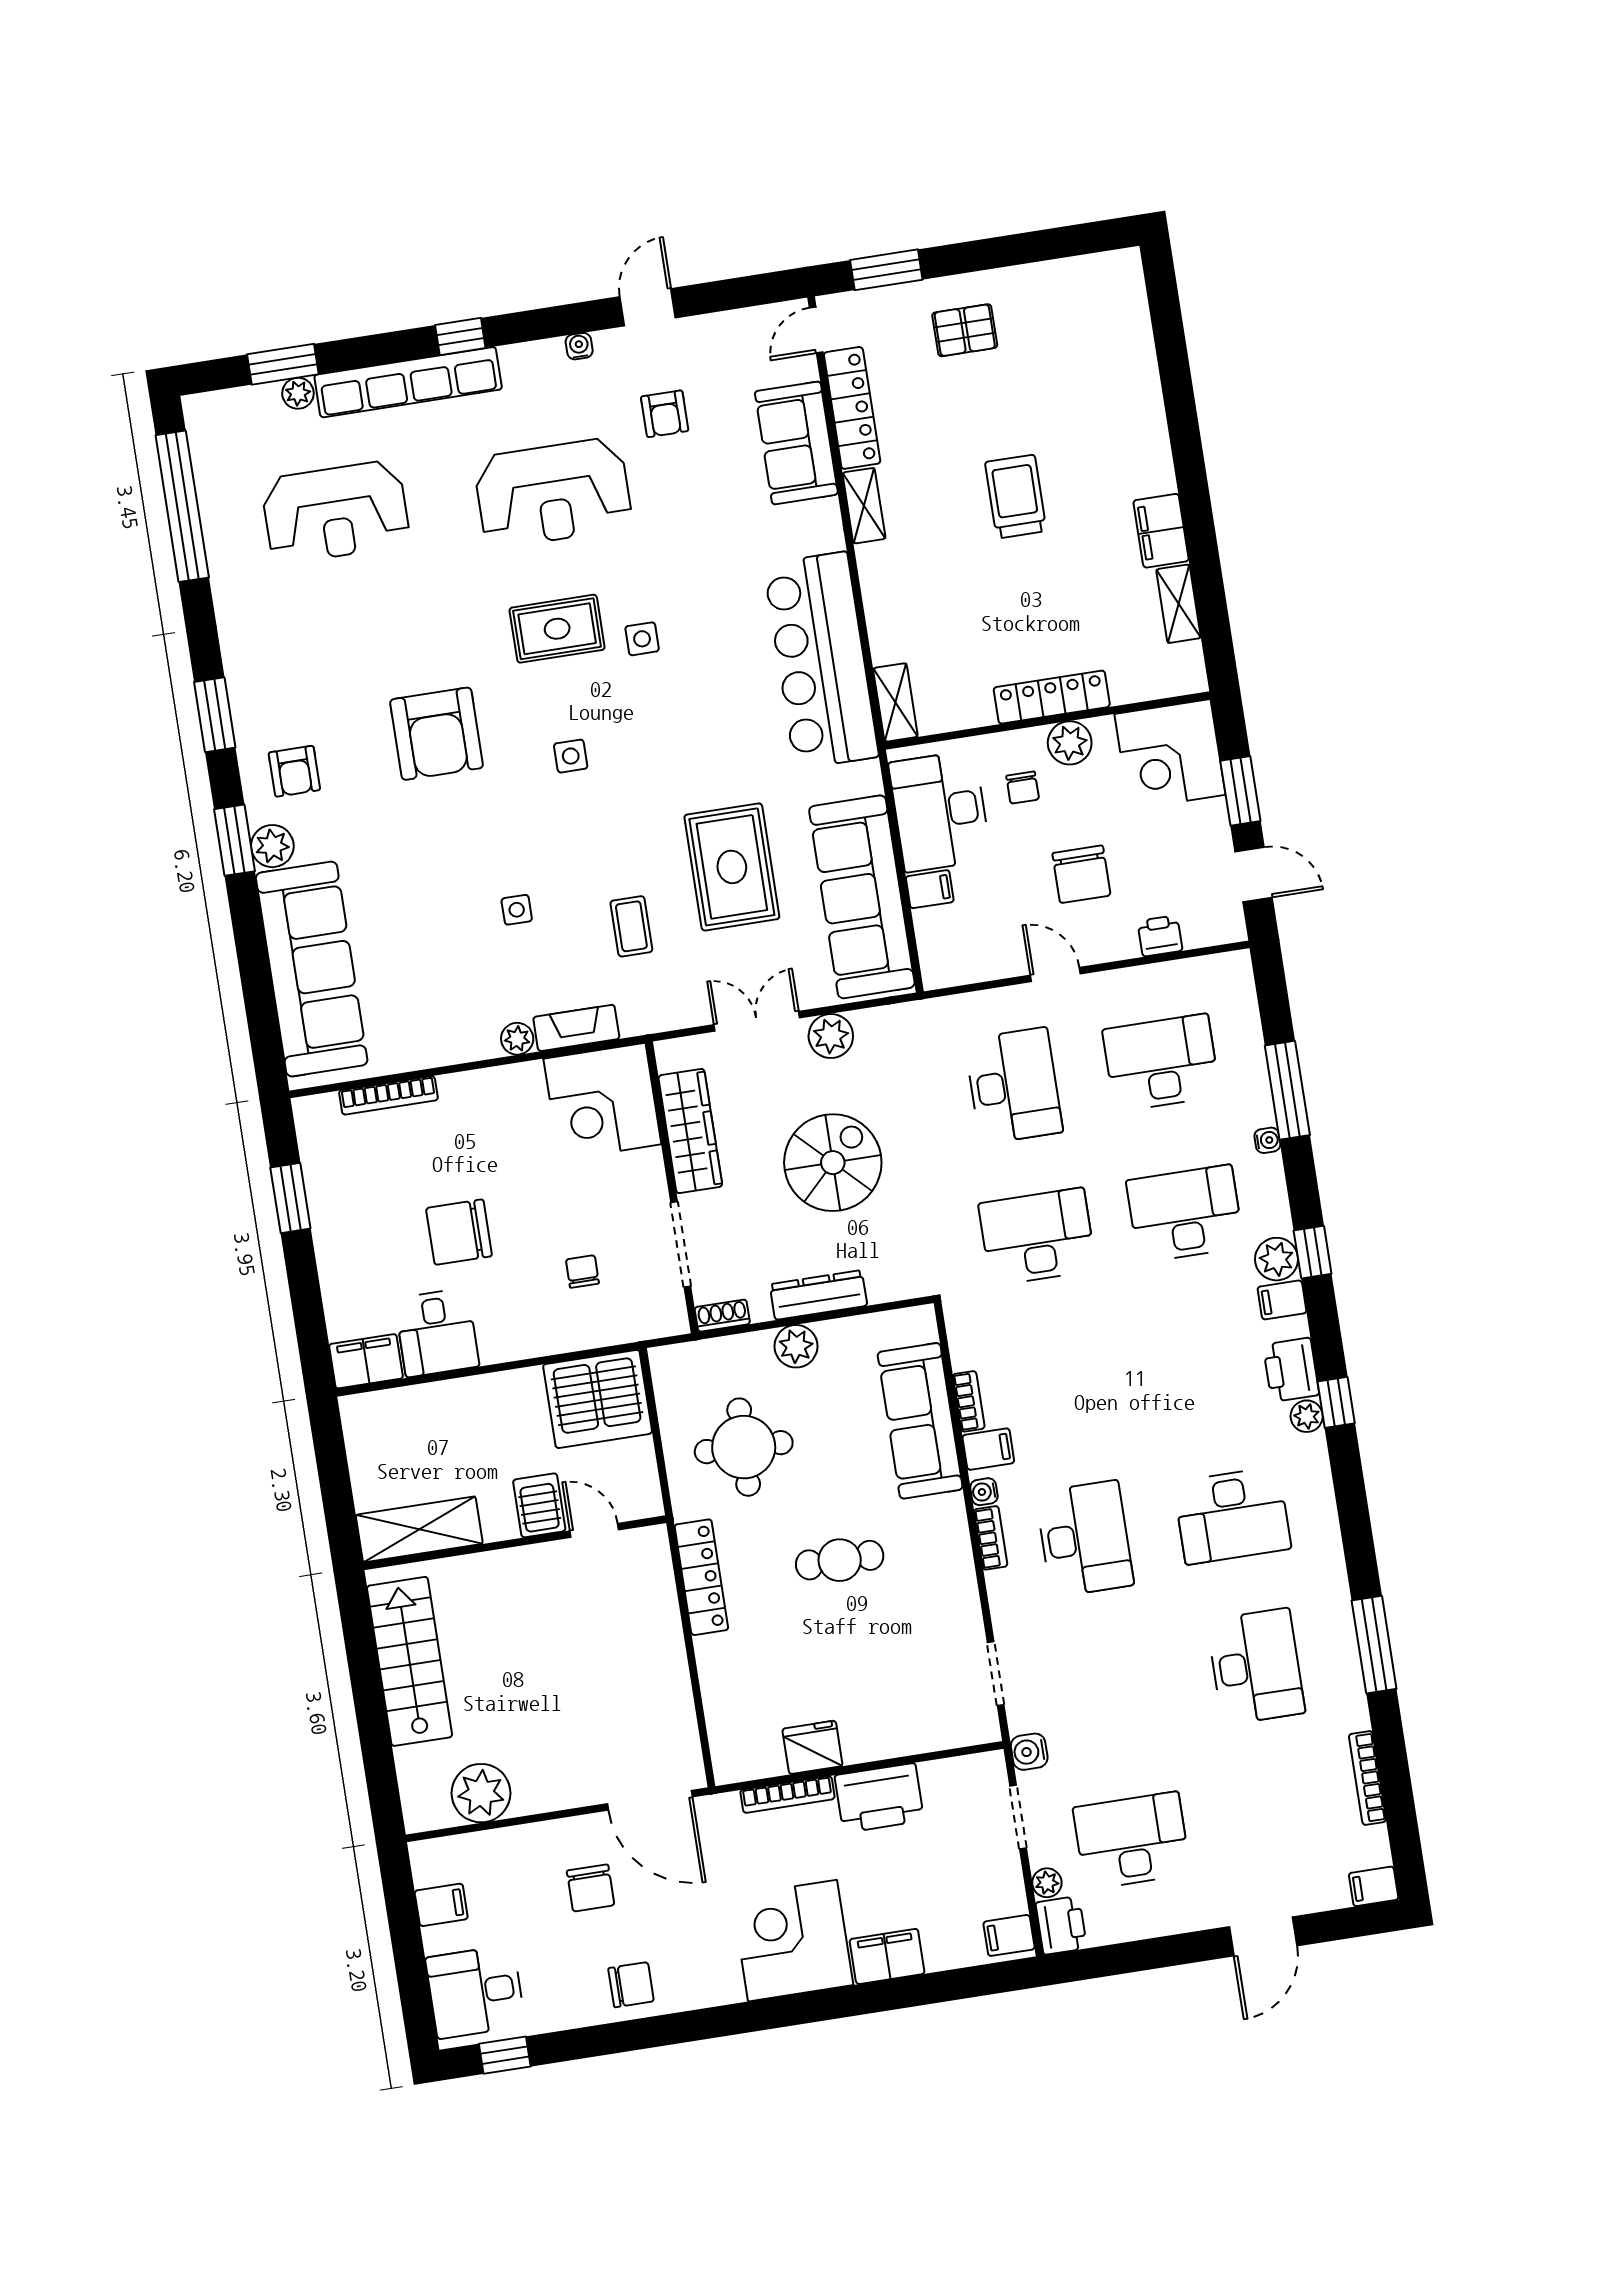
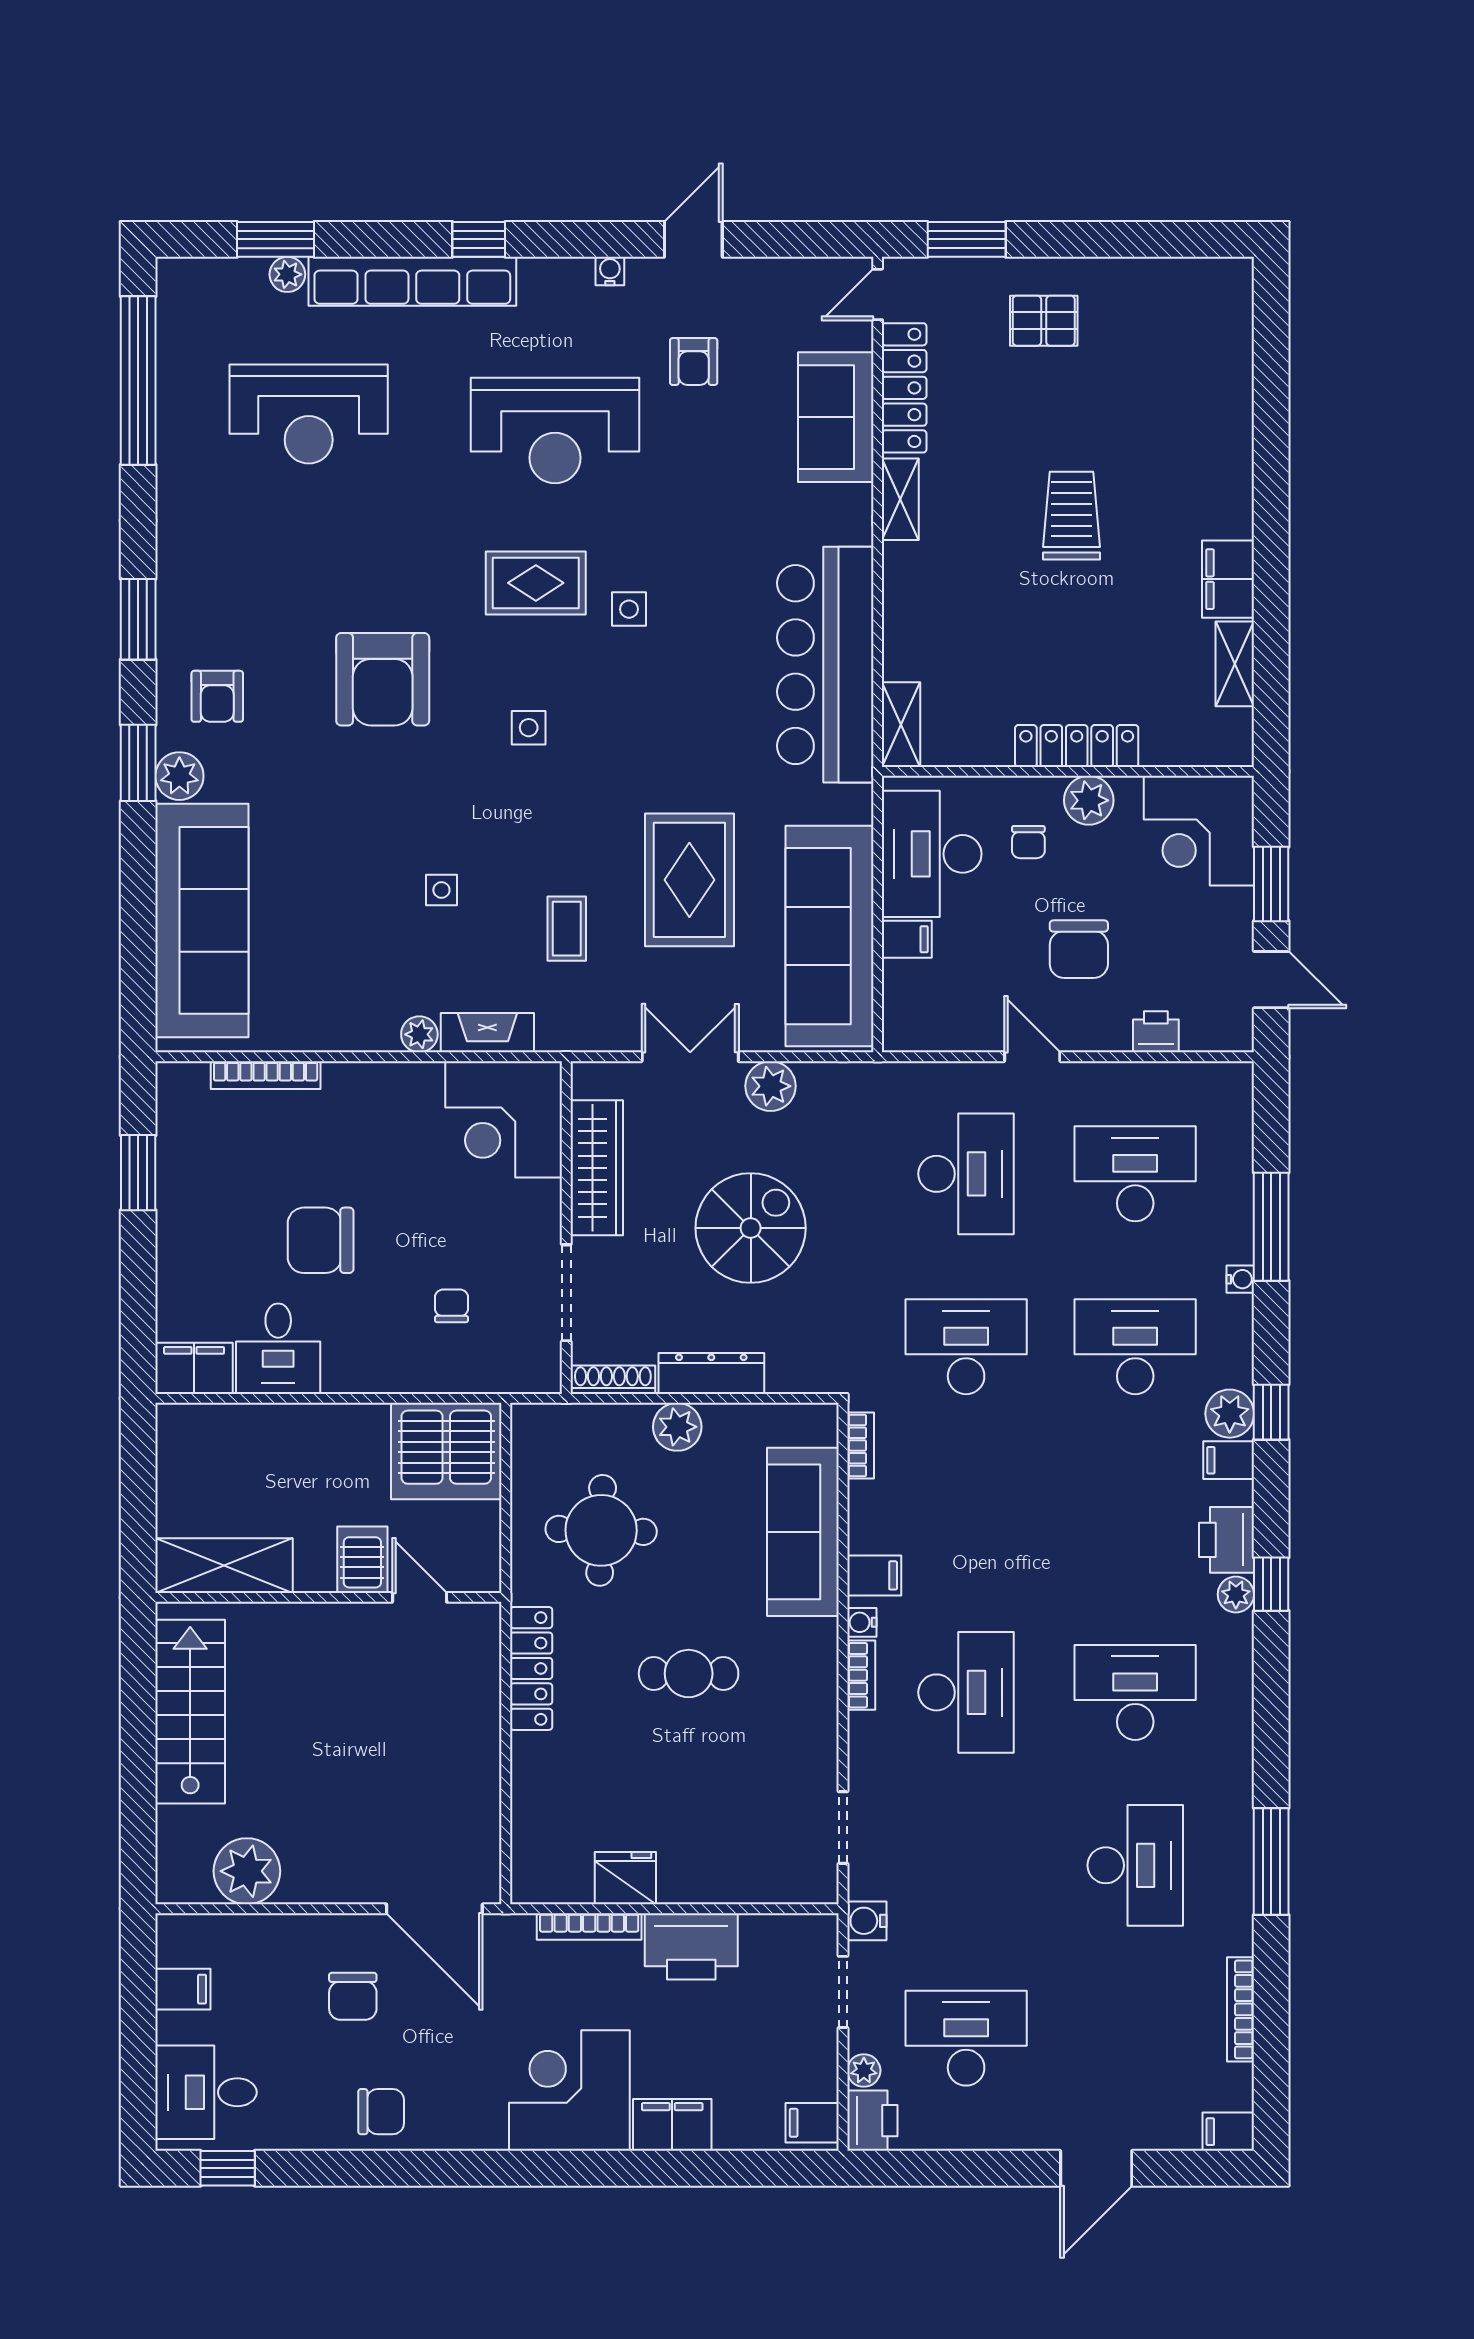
shoe rack: (722, 1316) -> (613, 1380), width x1.43
bookcase: (969, 1401) -> (861, 1445), moved
desk: (1232, 1516) -> (1135, 1692), turned 180

